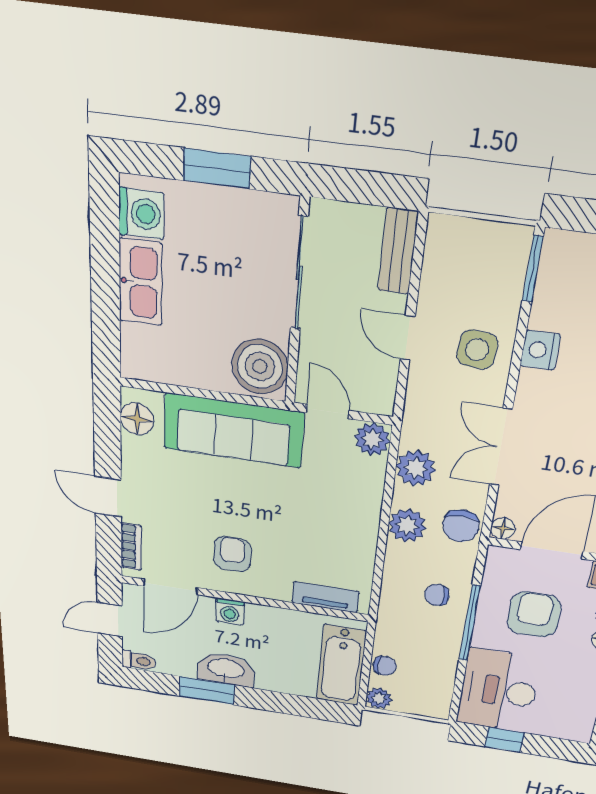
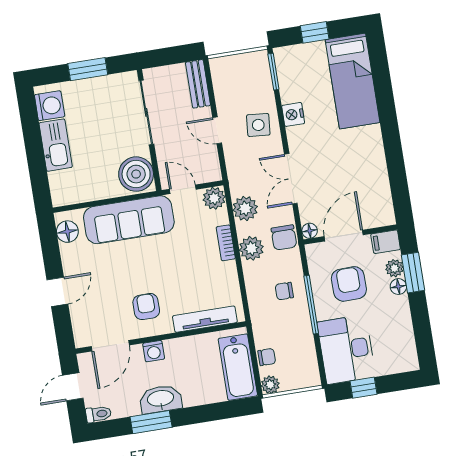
door: (108, 497) -> (57, 292), swing flipped
bookcase: (131, 547) -> (226, 243), moved, turned 180
tv unit: (325, 597) -> (205, 319), width x1.41

